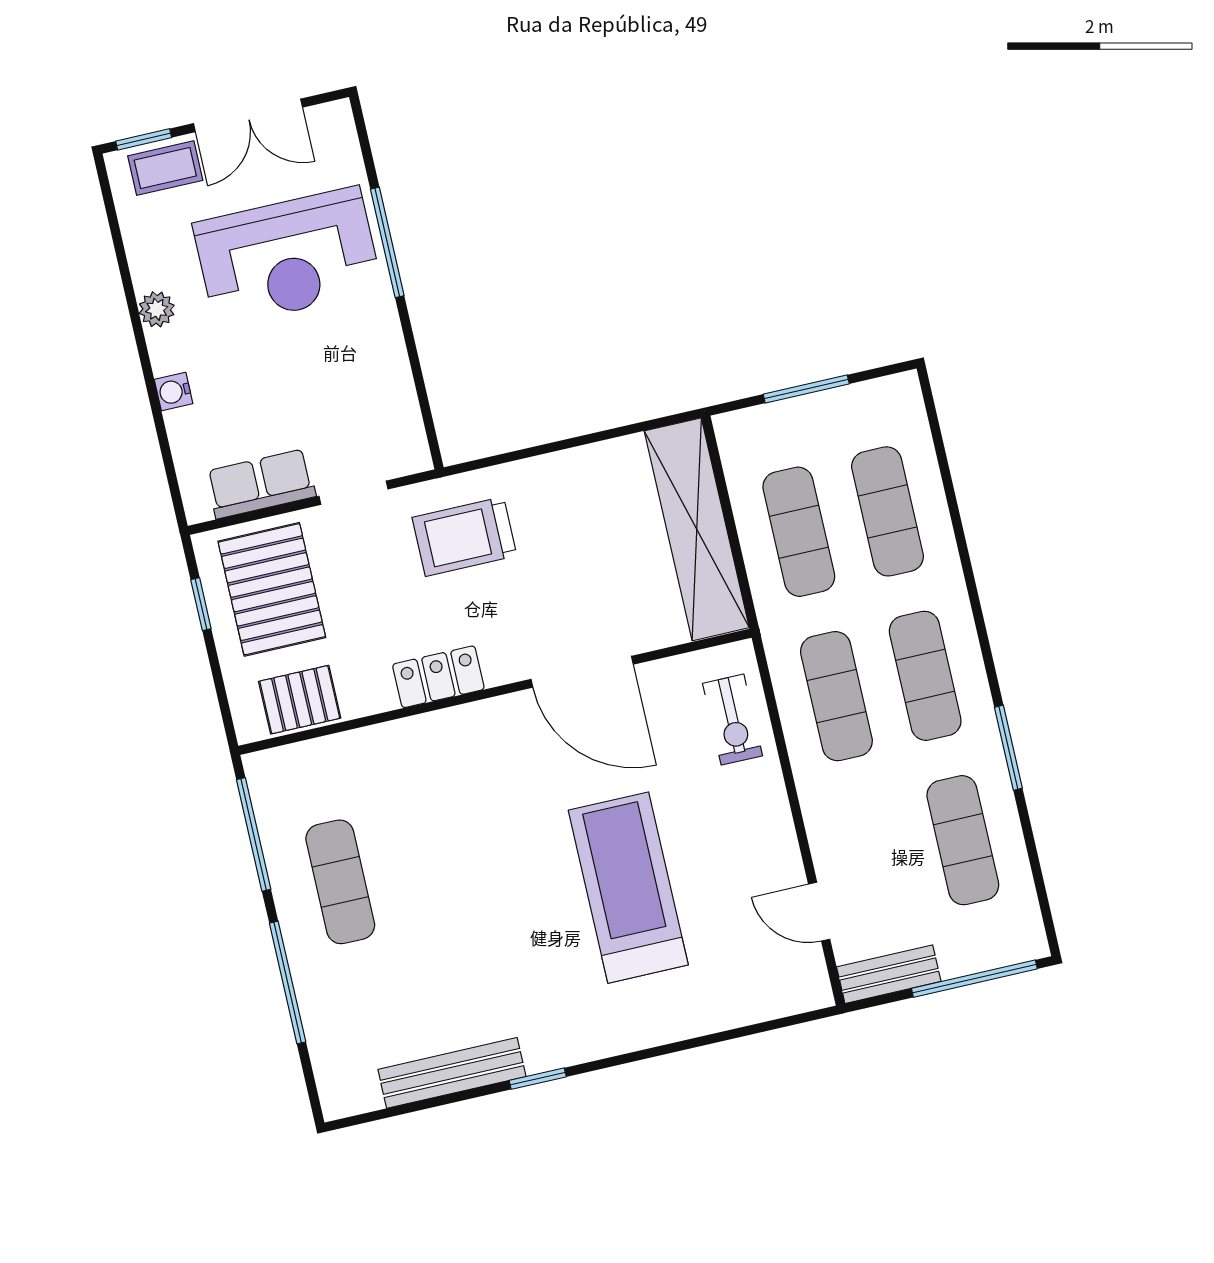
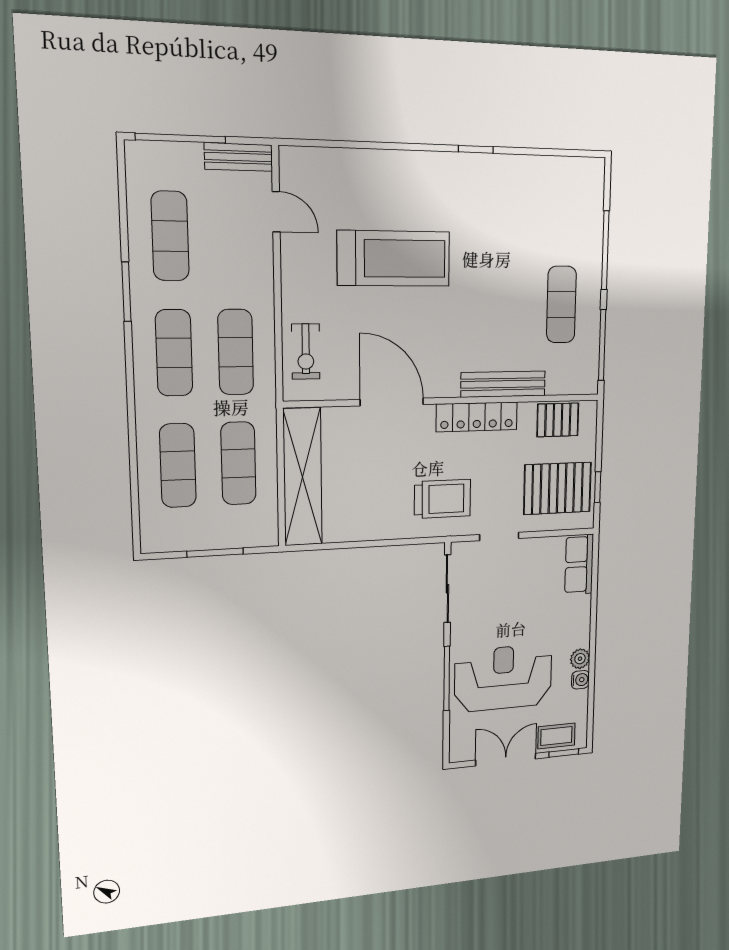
water cooler: (174, 392) -> (580, 680), moved
sliding door: (422, 392) -> (447, 589), added
row of seats: (261, 484) -> (579, 564), moved, turned 90
pallet: (272, 589) -> (557, 488), turned 90
locker: (438, 677) -> (477, 417), width x1.53
exercise bike: (732, 720) -> (306, 352), turned 180
treadmill: (628, 888) -> (394, 258), turned -90
bench: (452, 1073) -> (503, 384), moved

